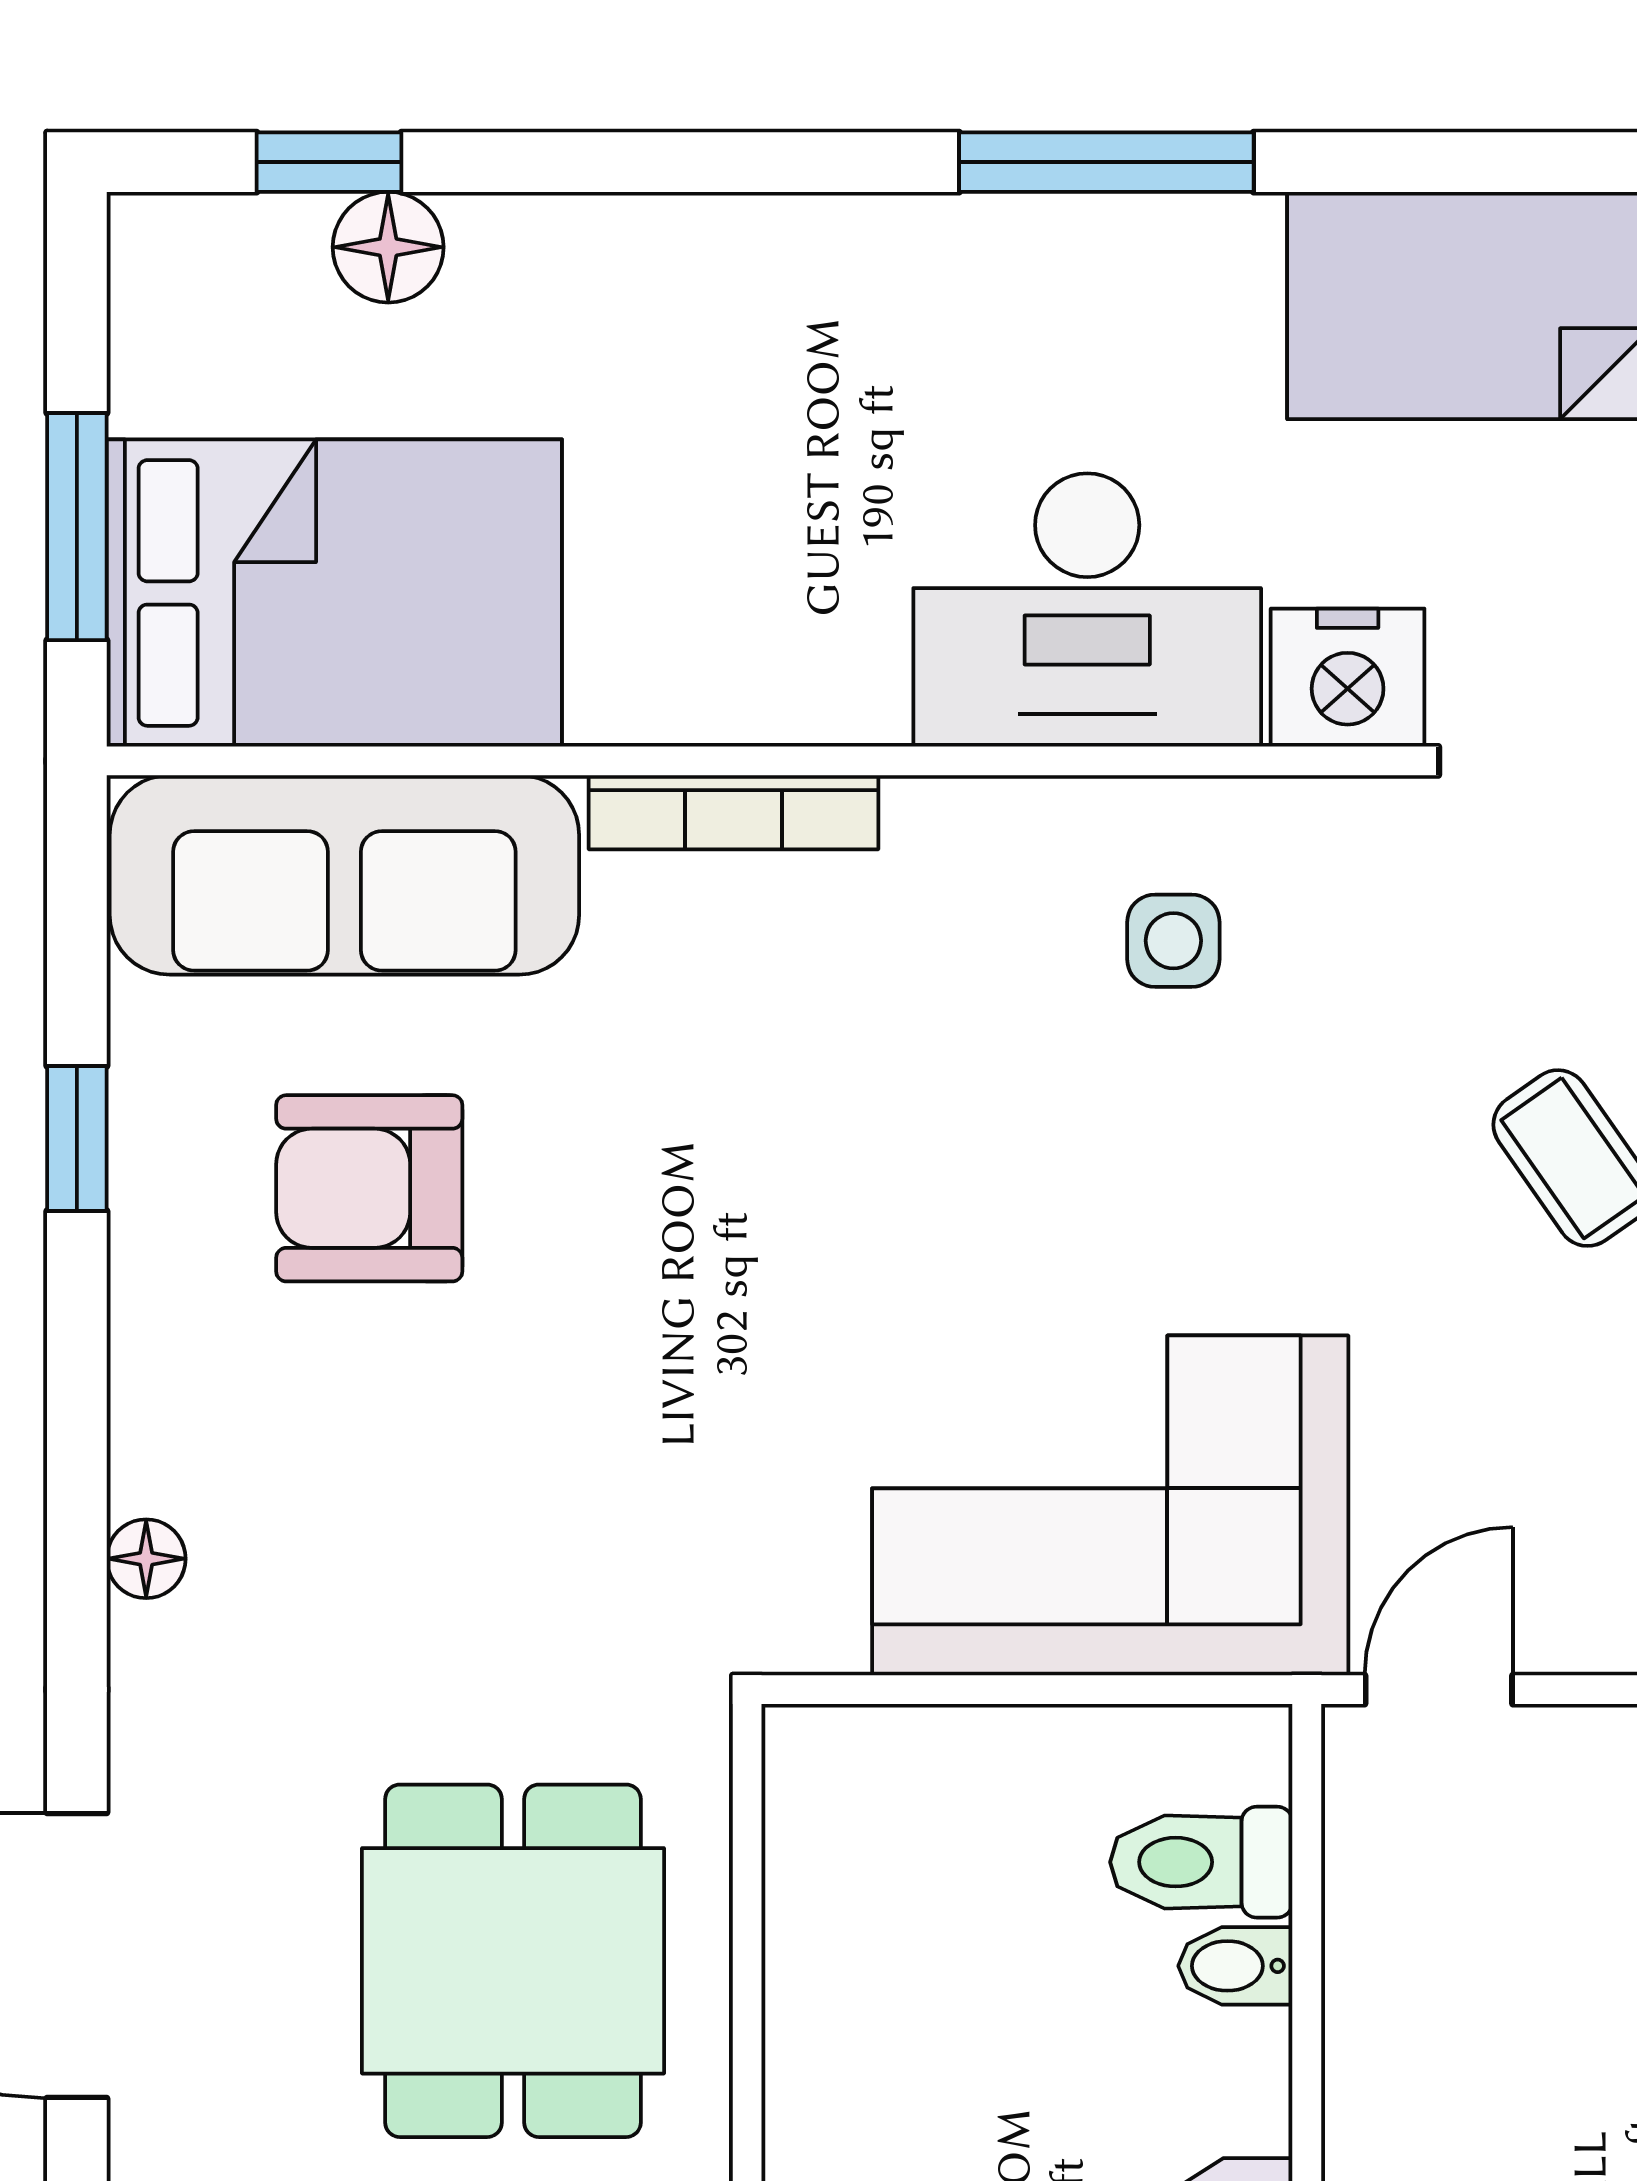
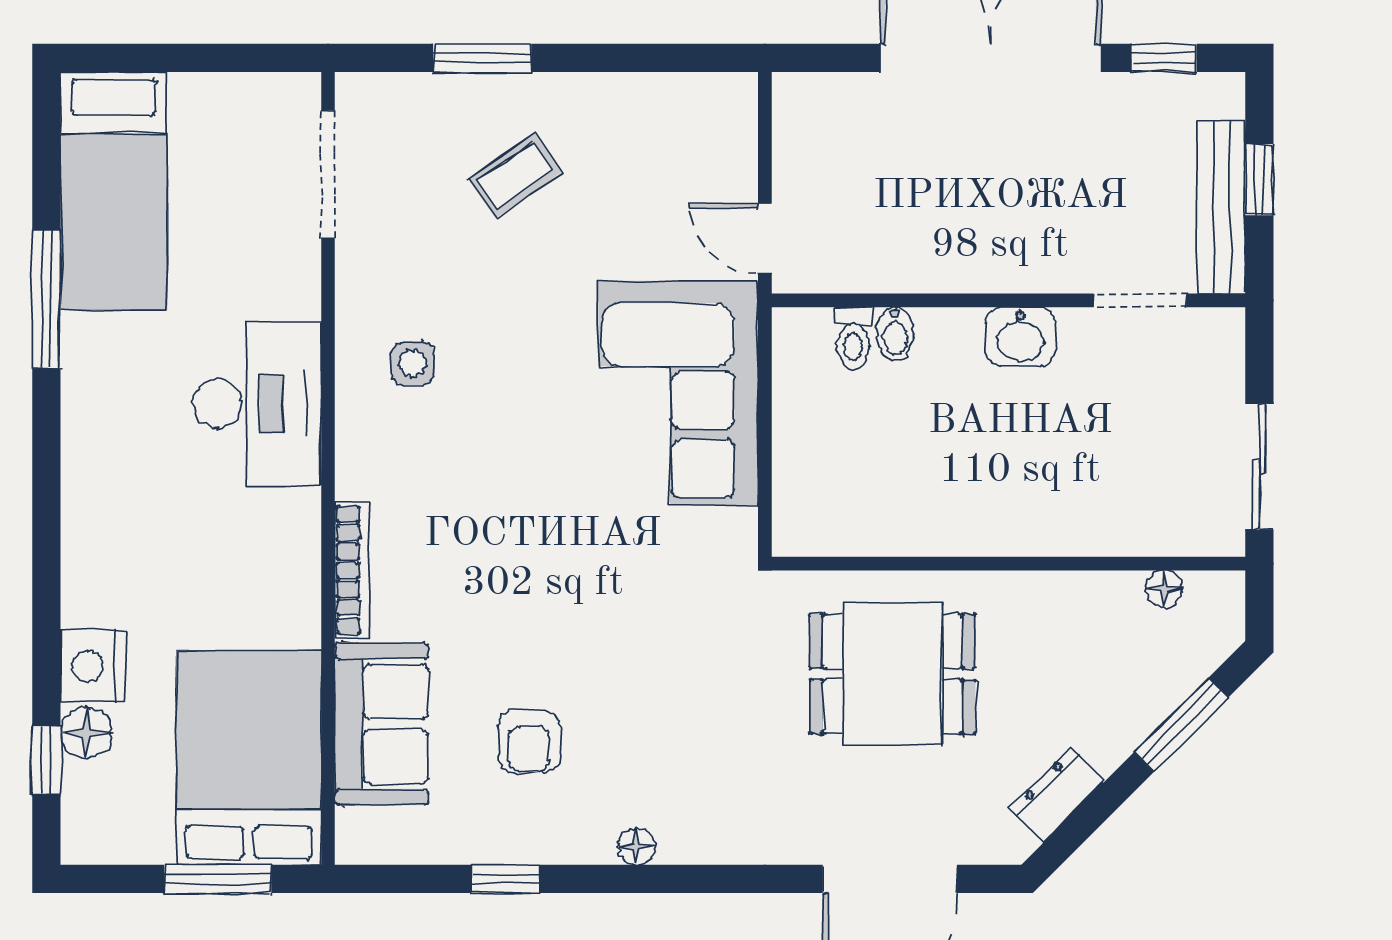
window: (1106, 162) -> (46, 299), moved
nightstand: (1348, 678) -> (93, 666), moved, turned 180
sofa: (344, 875) -> (382, 724), width x0.73
armchair: (369, 1188) -> (529, 741), width x0.72, depth x0.72
floor lamp: (146, 1559) -> (636, 846), moved
toilet: (1201, 1862) -> (853, 338), width x0.73, depth x0.72

